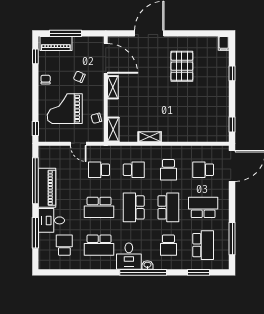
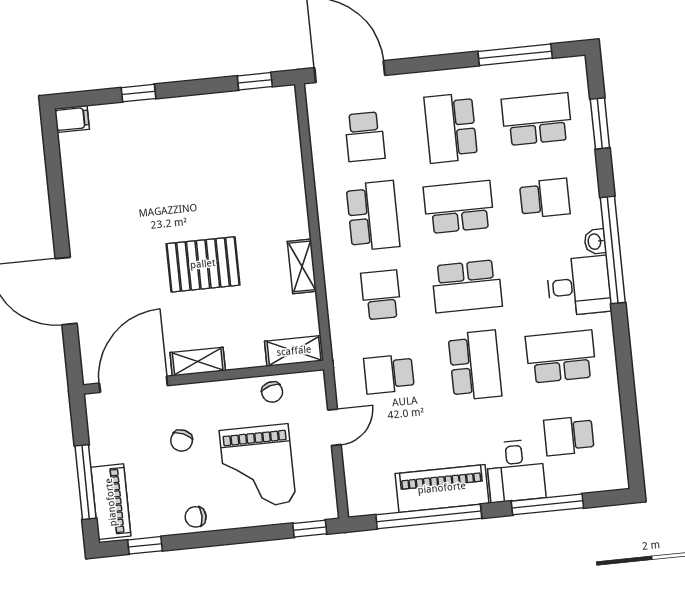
pallet: (182, 66) -> (203, 264), moved
school desk: (99, 170) -> (389, 374), turned 90
school desk: (168, 170) -> (373, 216), width x1.85
school desk: (99, 245) -> (561, 357), turned -90

